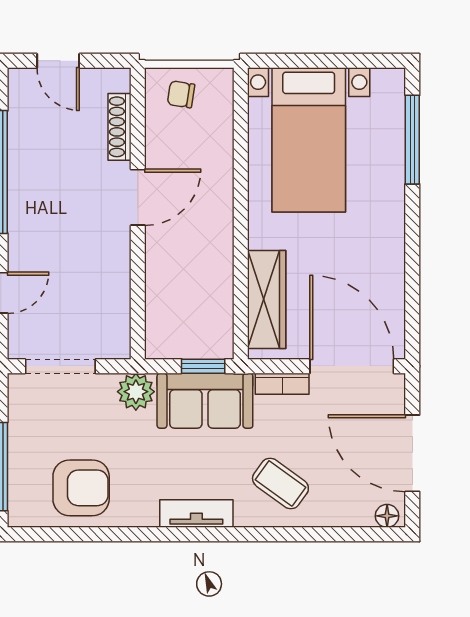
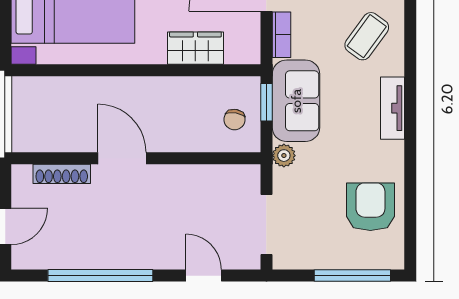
chair: (181, 94) -> (234, 120), moved
wardrobe: (267, 300) -> (195, 48), width x0.67
plant: (136, 392) -> (284, 156), width x0.73, depth x0.73

